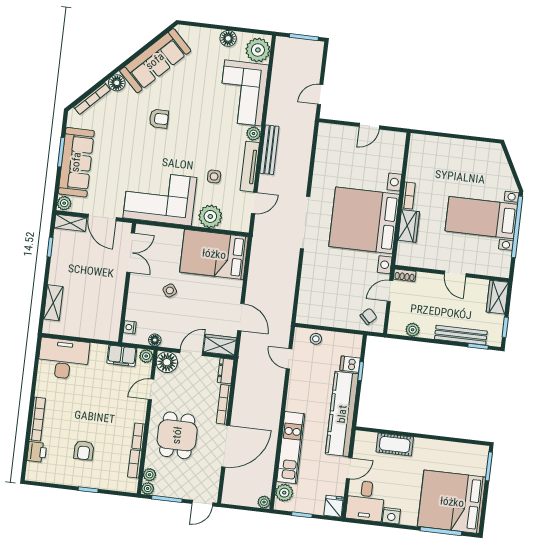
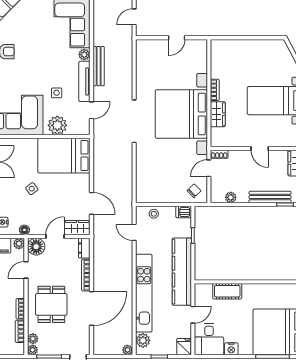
dishwasher: (350, 364) -> (184, 212), moved
kitchen unit: (291, 448) -> (144, 293), width x1.36

